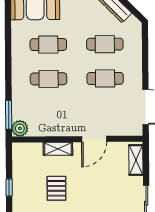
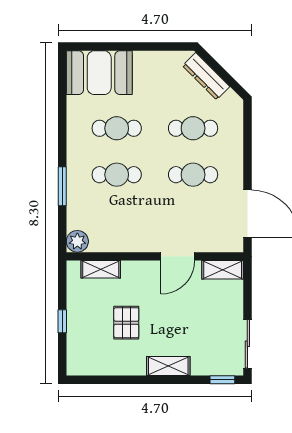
window: (9, 115) -> (62, 186), moved
shelving: (58, 149) -> (101, 269), moved
shelving: (136, 160) -> (223, 270), moved, turned 90

